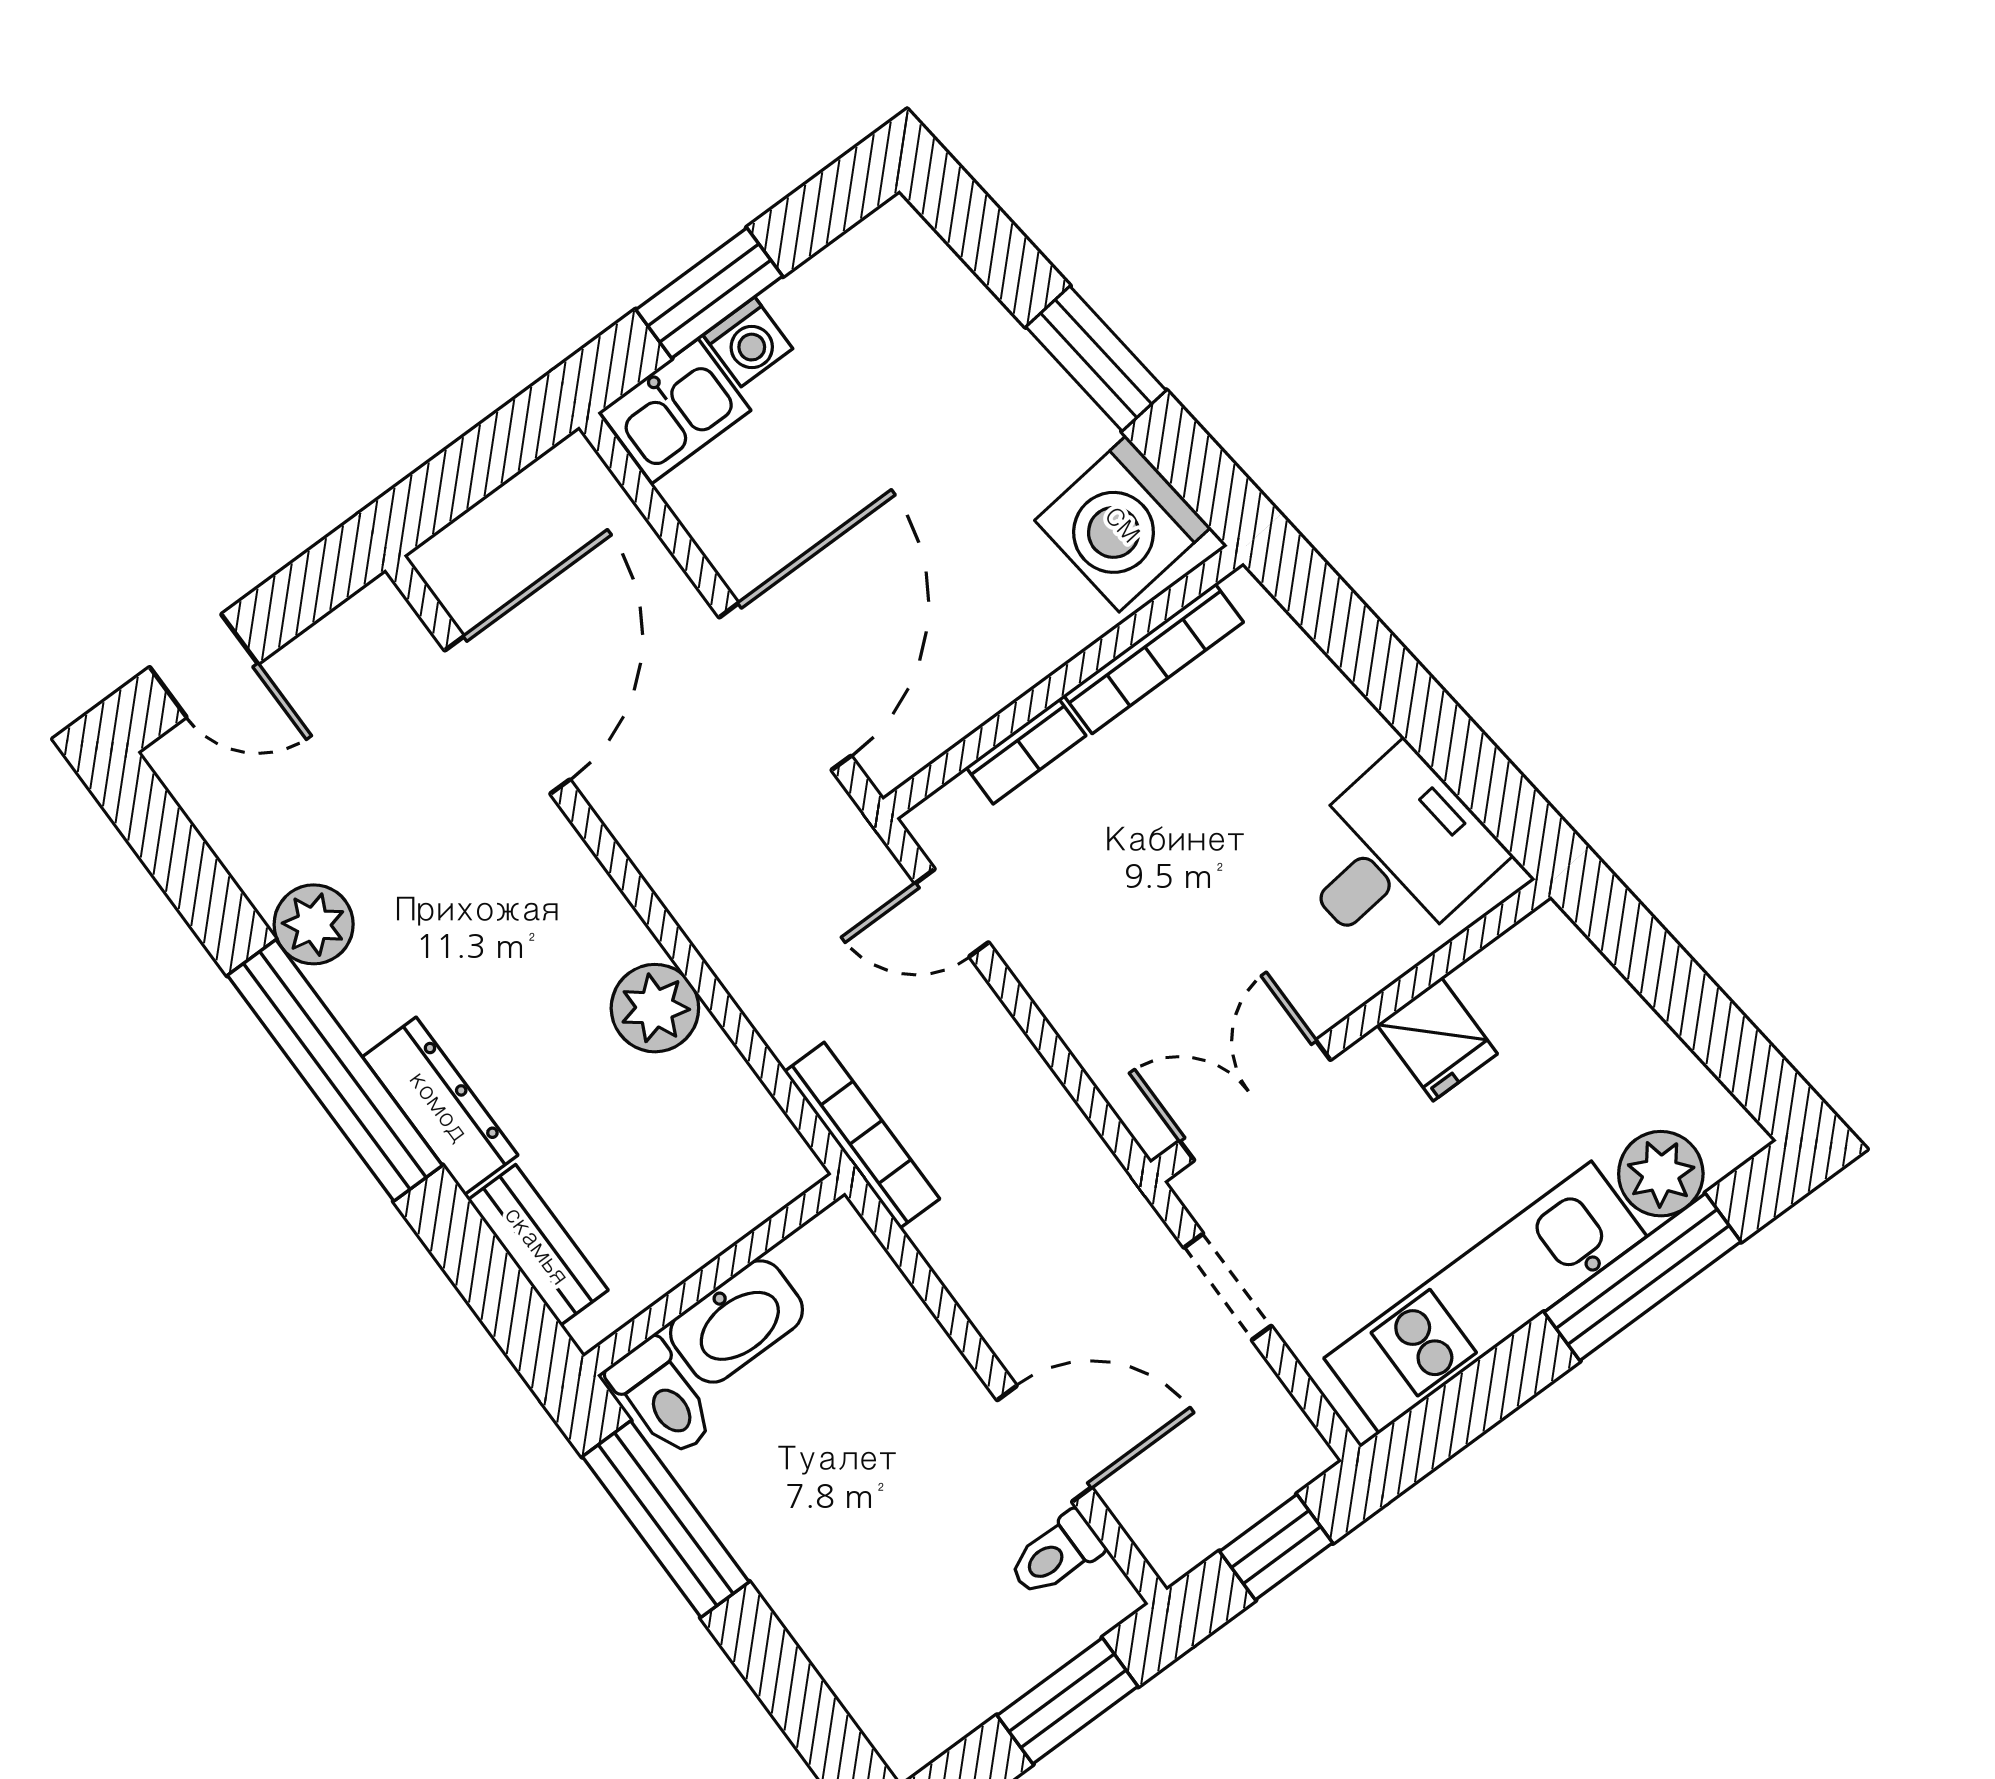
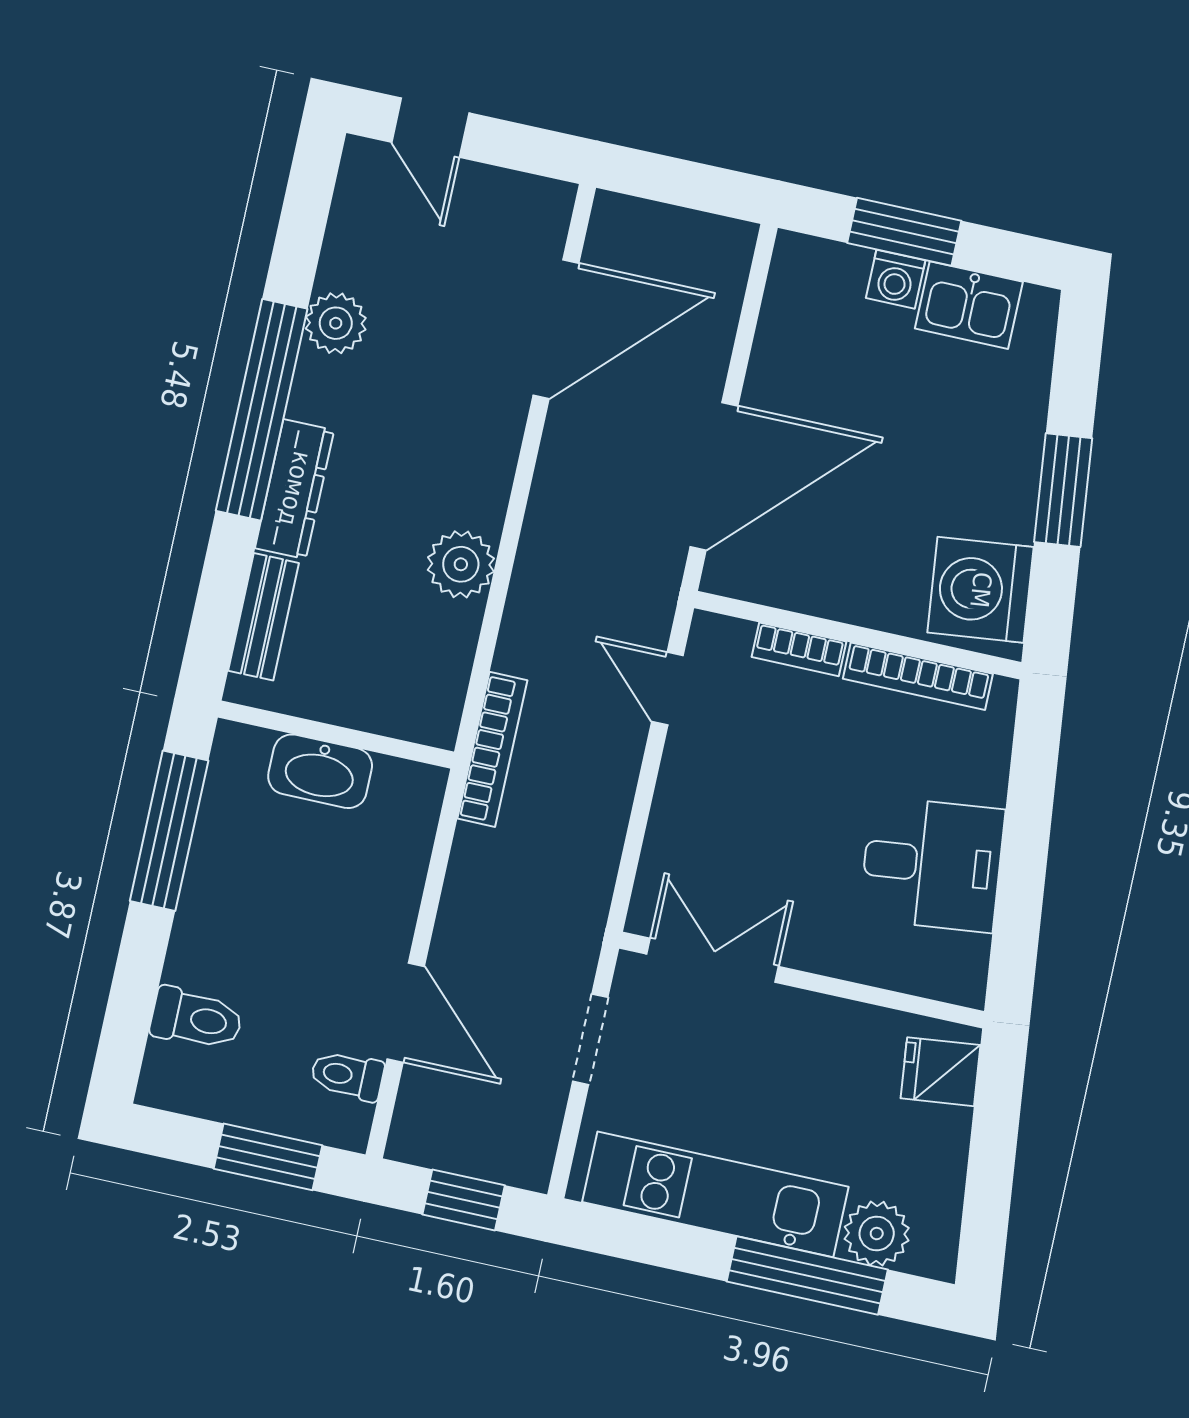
kitchen sink: (675, 411) -> (969, 305), moved
desk: (1395, 855) -> (932, 864), moved
fridge: (1437, 1039) -> (941, 1072), moved, turned 84
toilet: (662, 1398) -> (197, 1019), moved, turned -90

